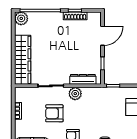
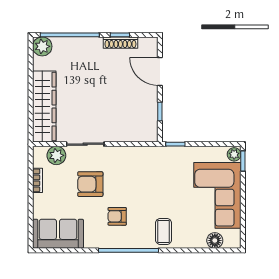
door: (102, 36) -> (160, 71), swing flipped
dresser: (83, 79) -> (132, 135), removed
plant: (75, 94) -> (56, 155), moved

